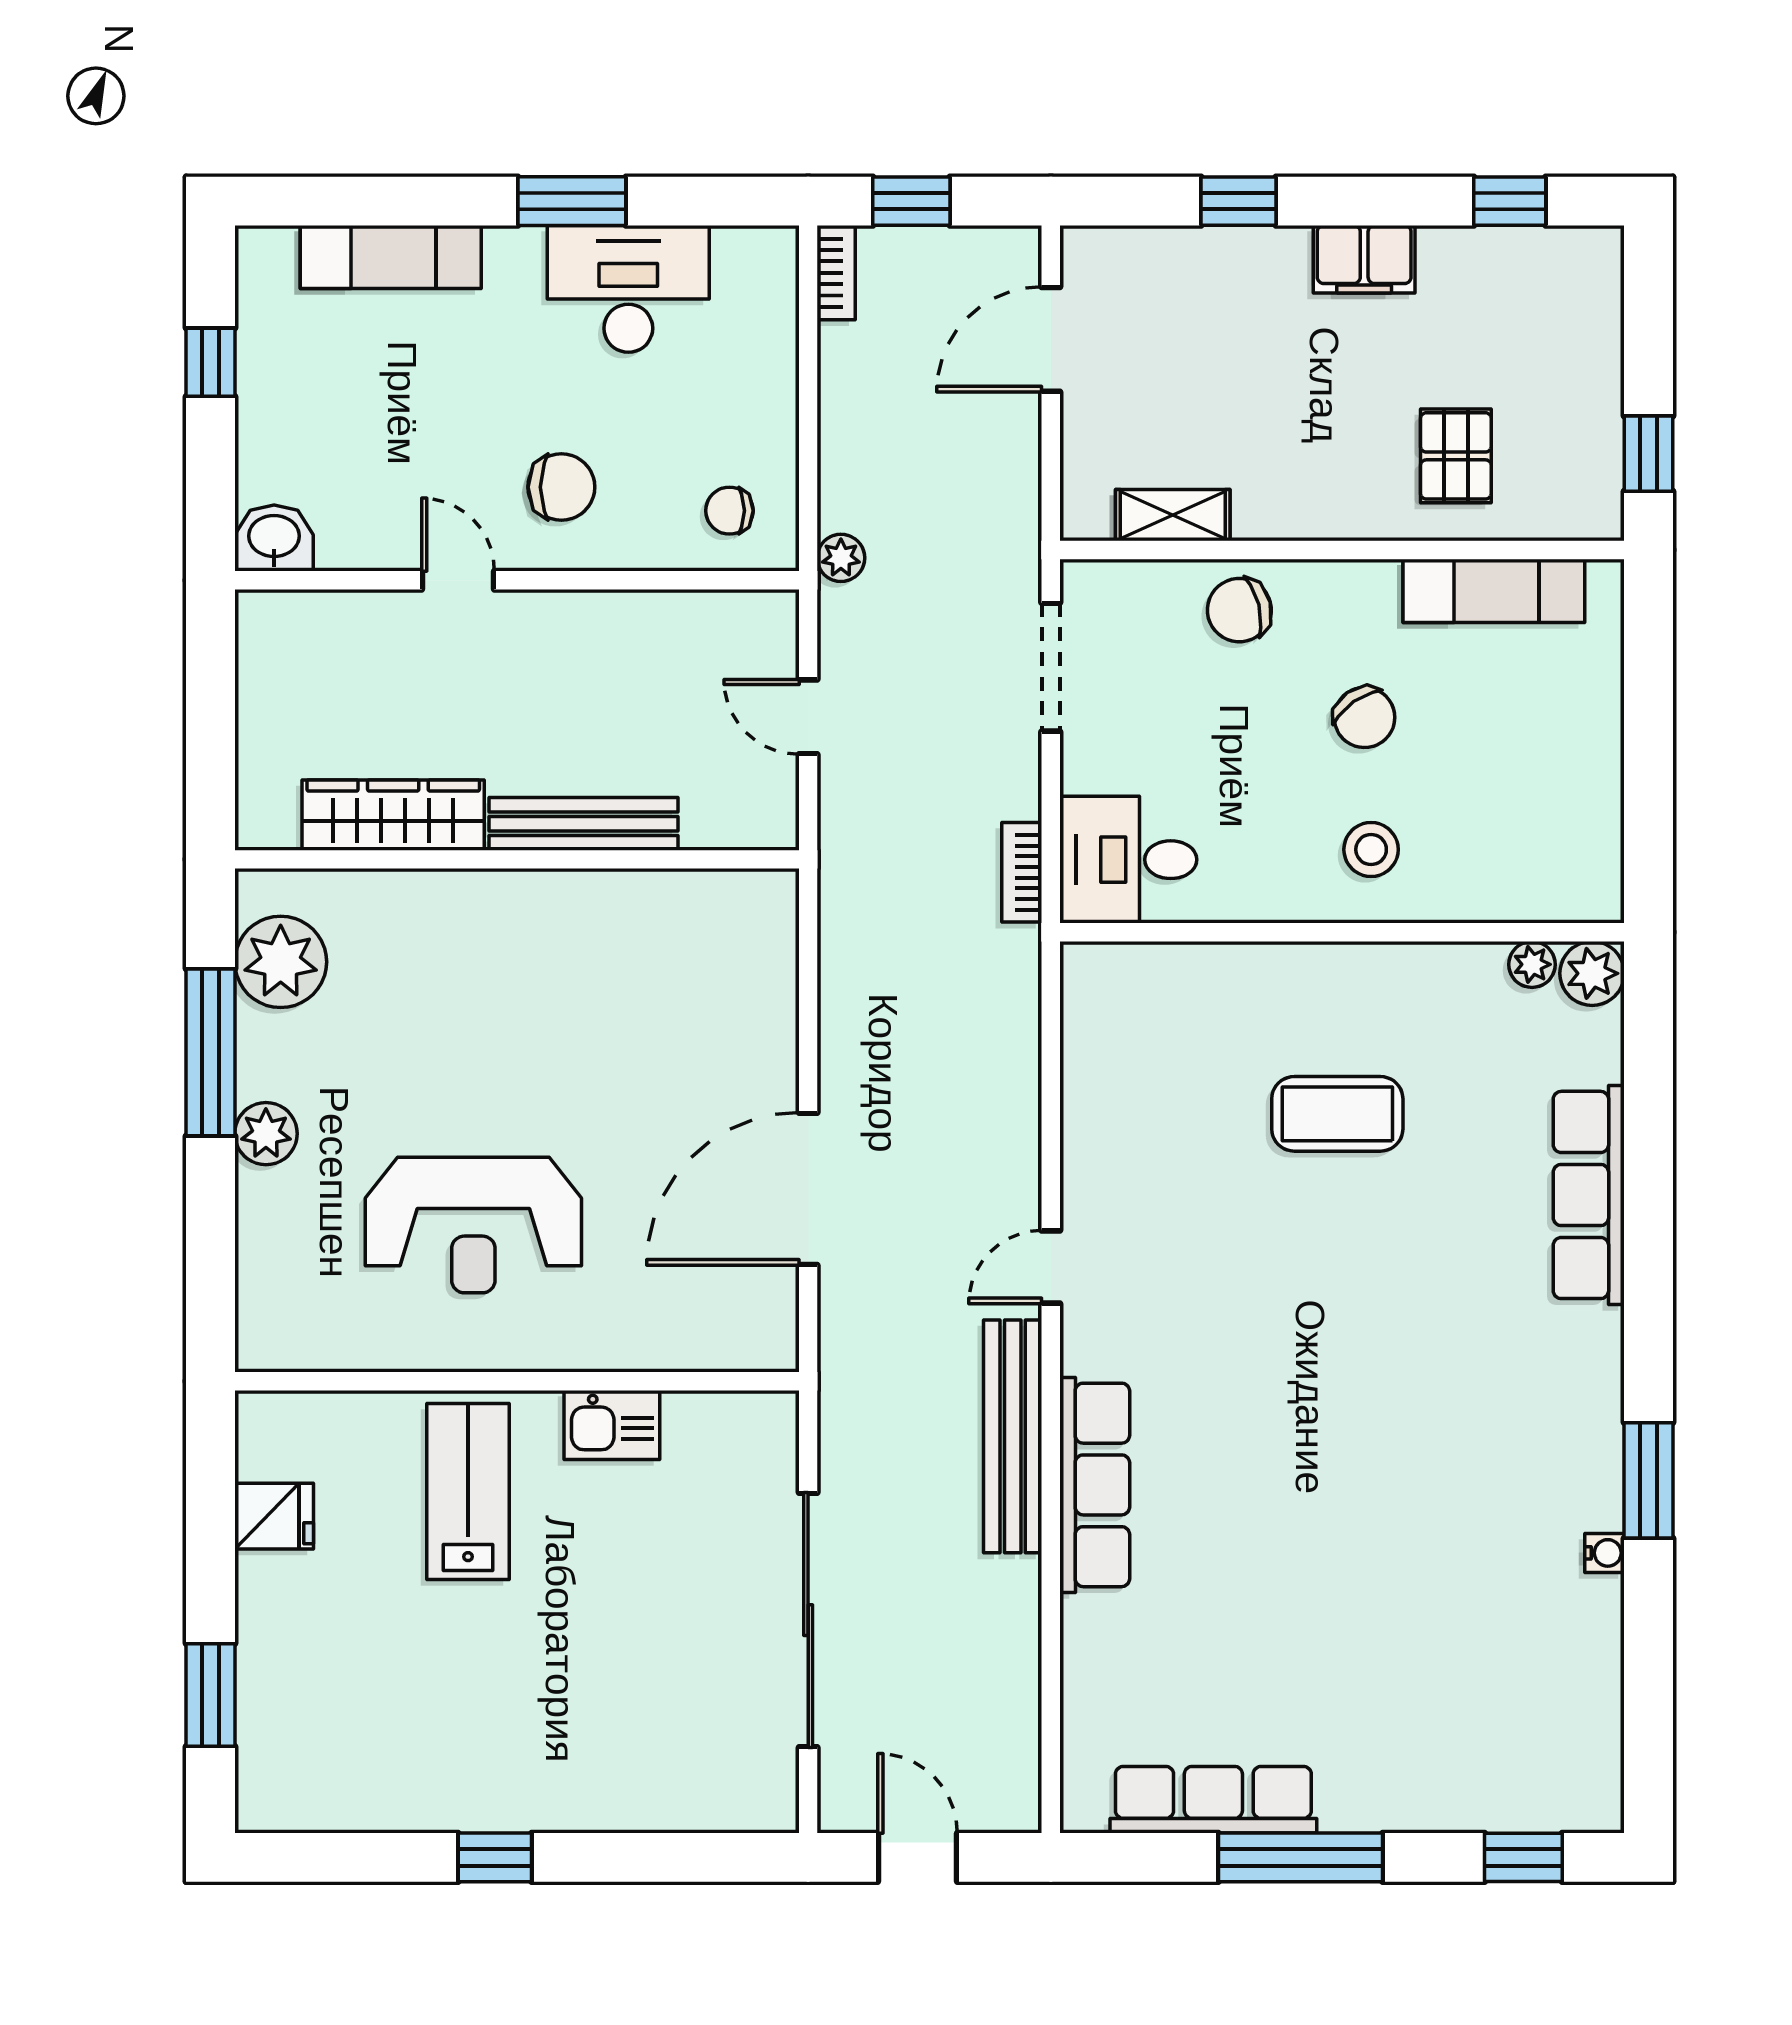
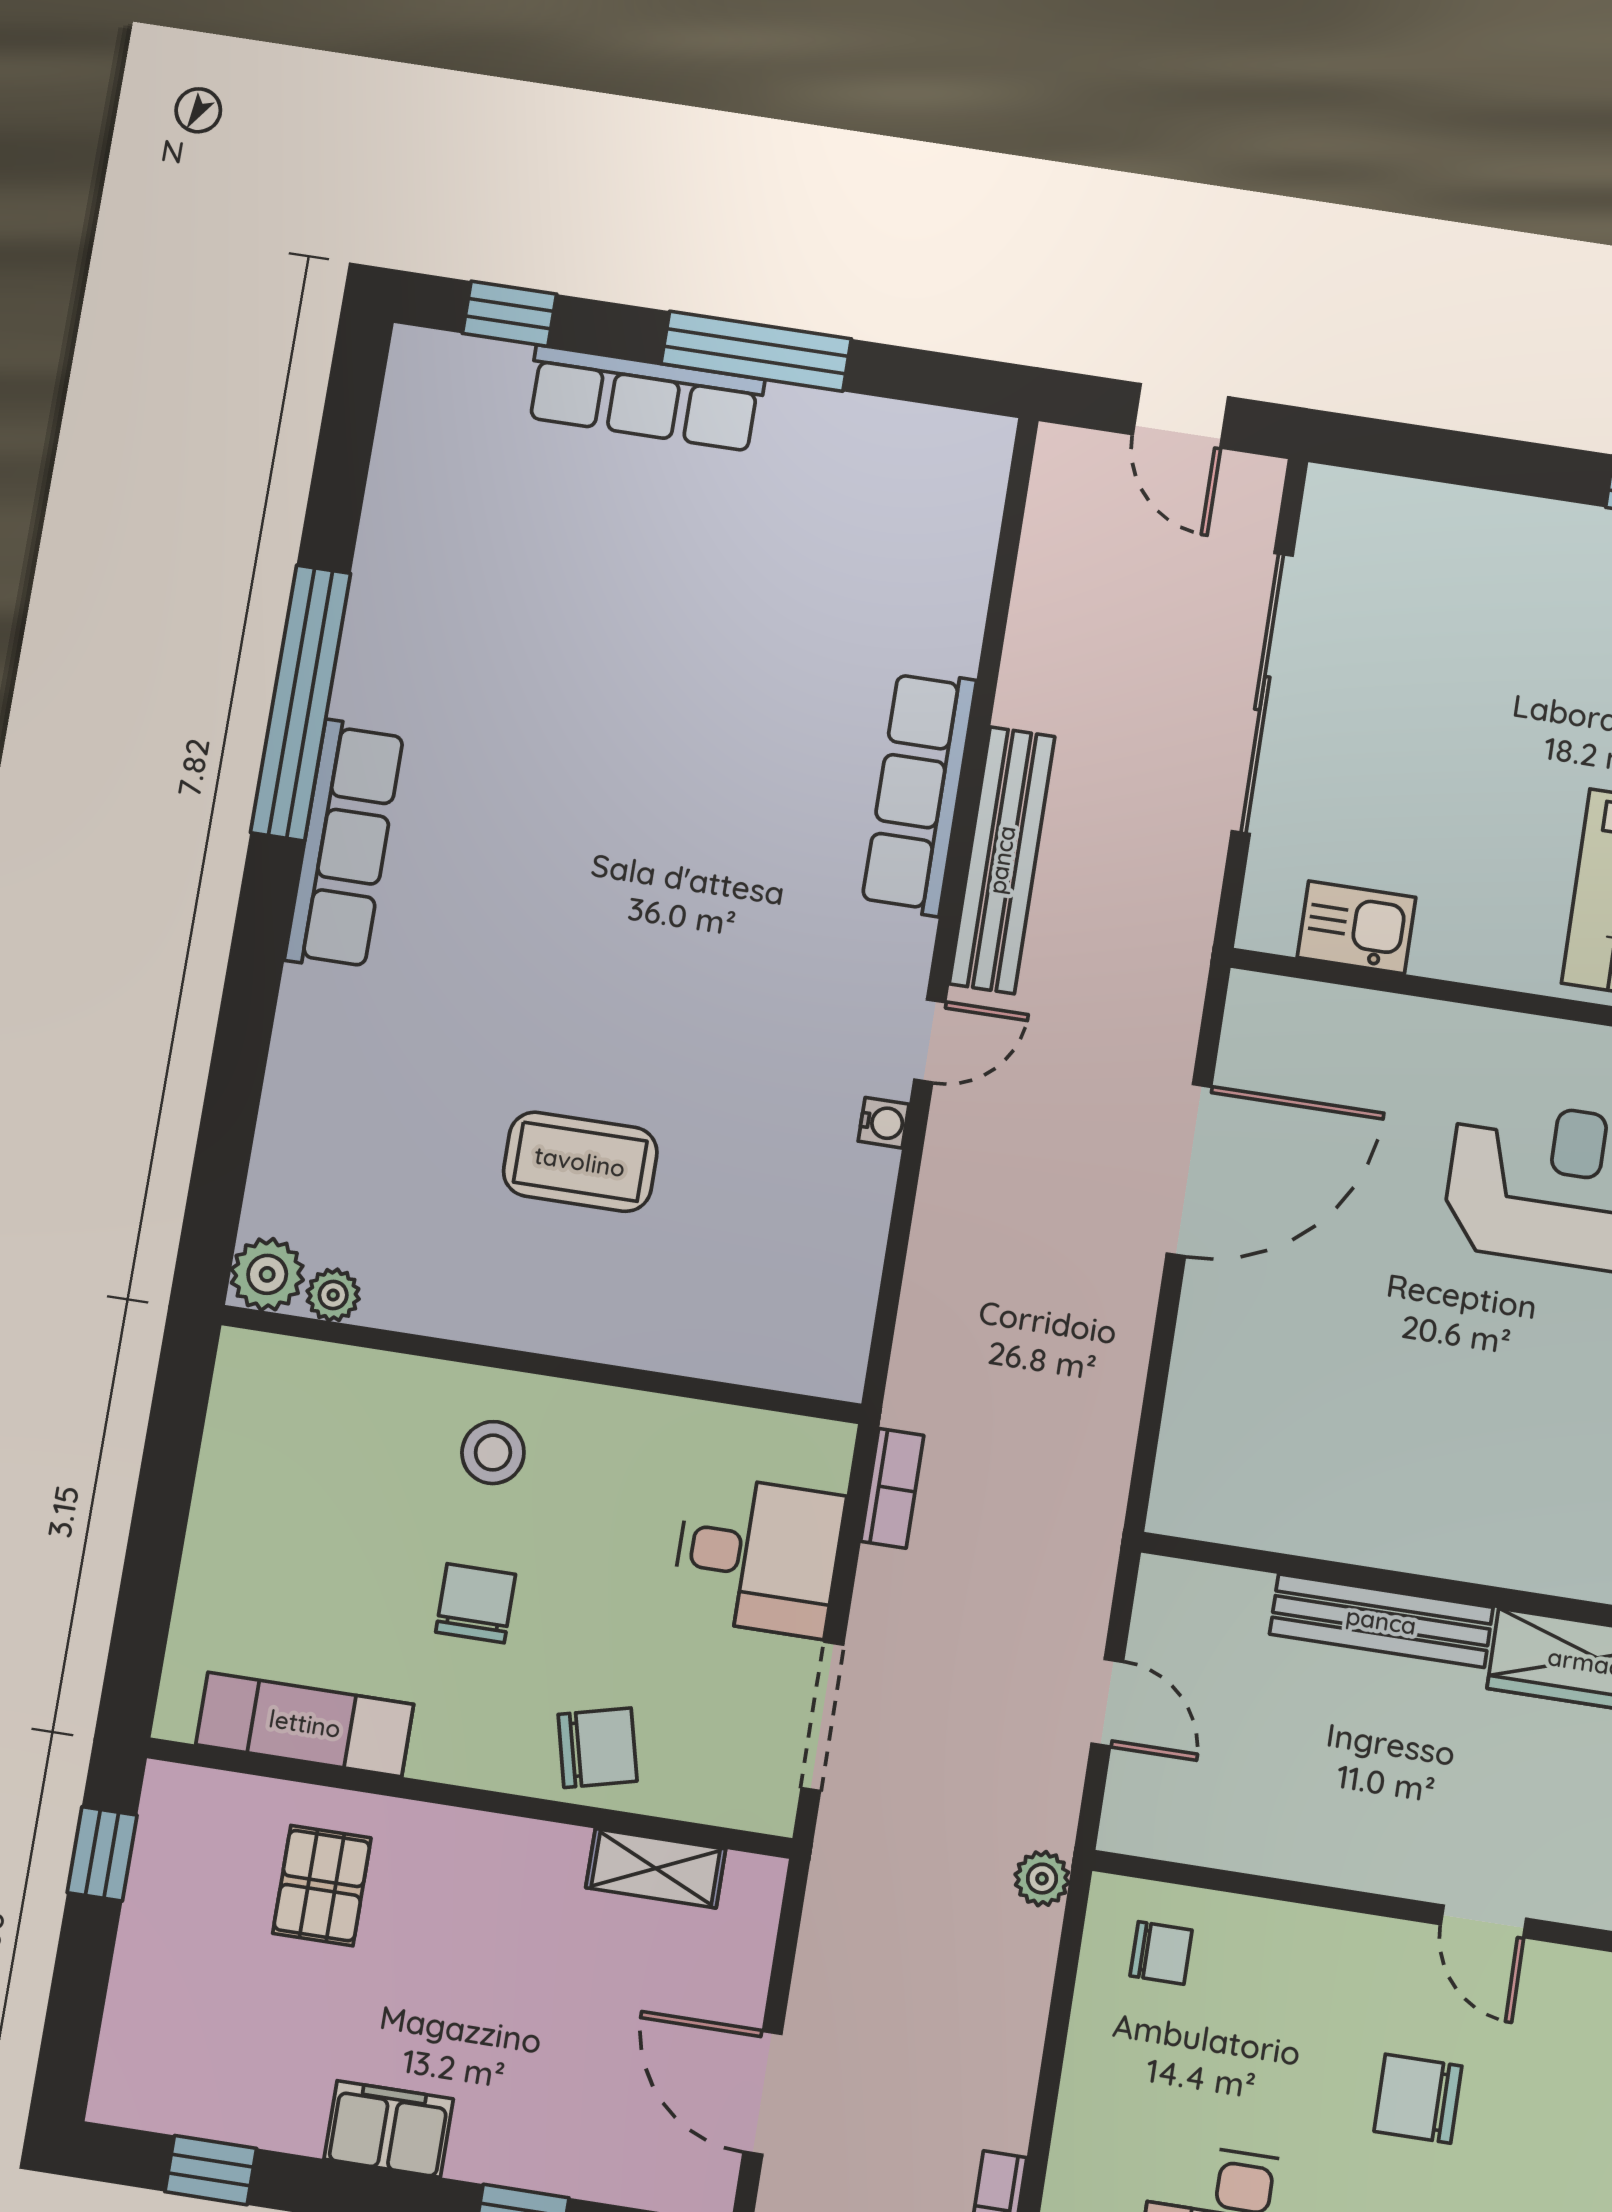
door: (1051, 339) -> (763, 2093), swing flipped
chair: (561, 487) -> (1418, 2099), moved
chair: (1364, 717) -> (476, 1603), turned 35
desk: (1128, 860) -> (758, 1556), moved
row of seats: (1589, 1195) -> (344, 845), moved
kitchen sink: (612, 1425) -> (1356, 927), moved
window: (1648, 1480) -> (301, 703), width x2.11
water cooler: (1605, 1553) -> (884, 1123), moved, turned 180
row of seats: (1213, 1800) -> (645, 398), moved

